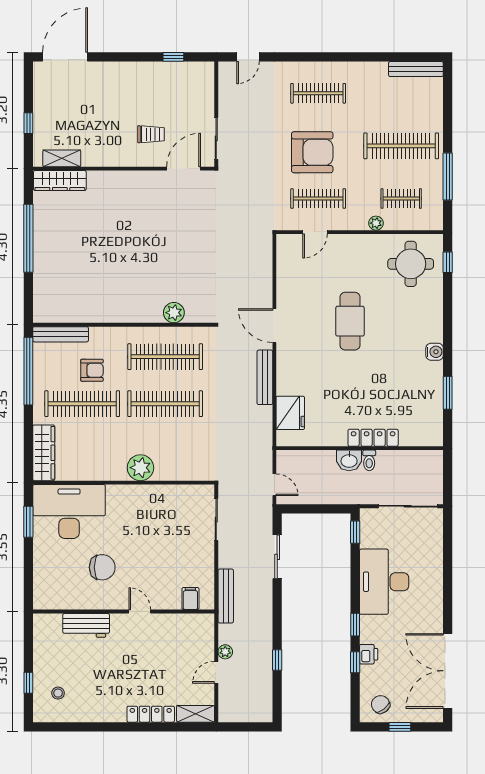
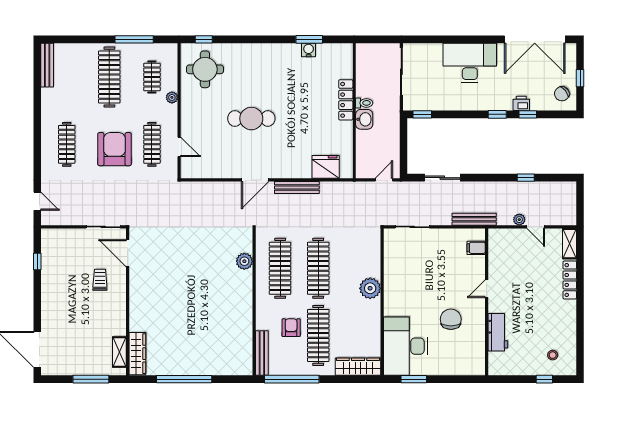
window: (28, 123) -> (91, 379), width x2.17
water cooler: (435, 352) -> (309, 50), moved
desk: (384, 582) -> (470, 63), moved, turned 180

